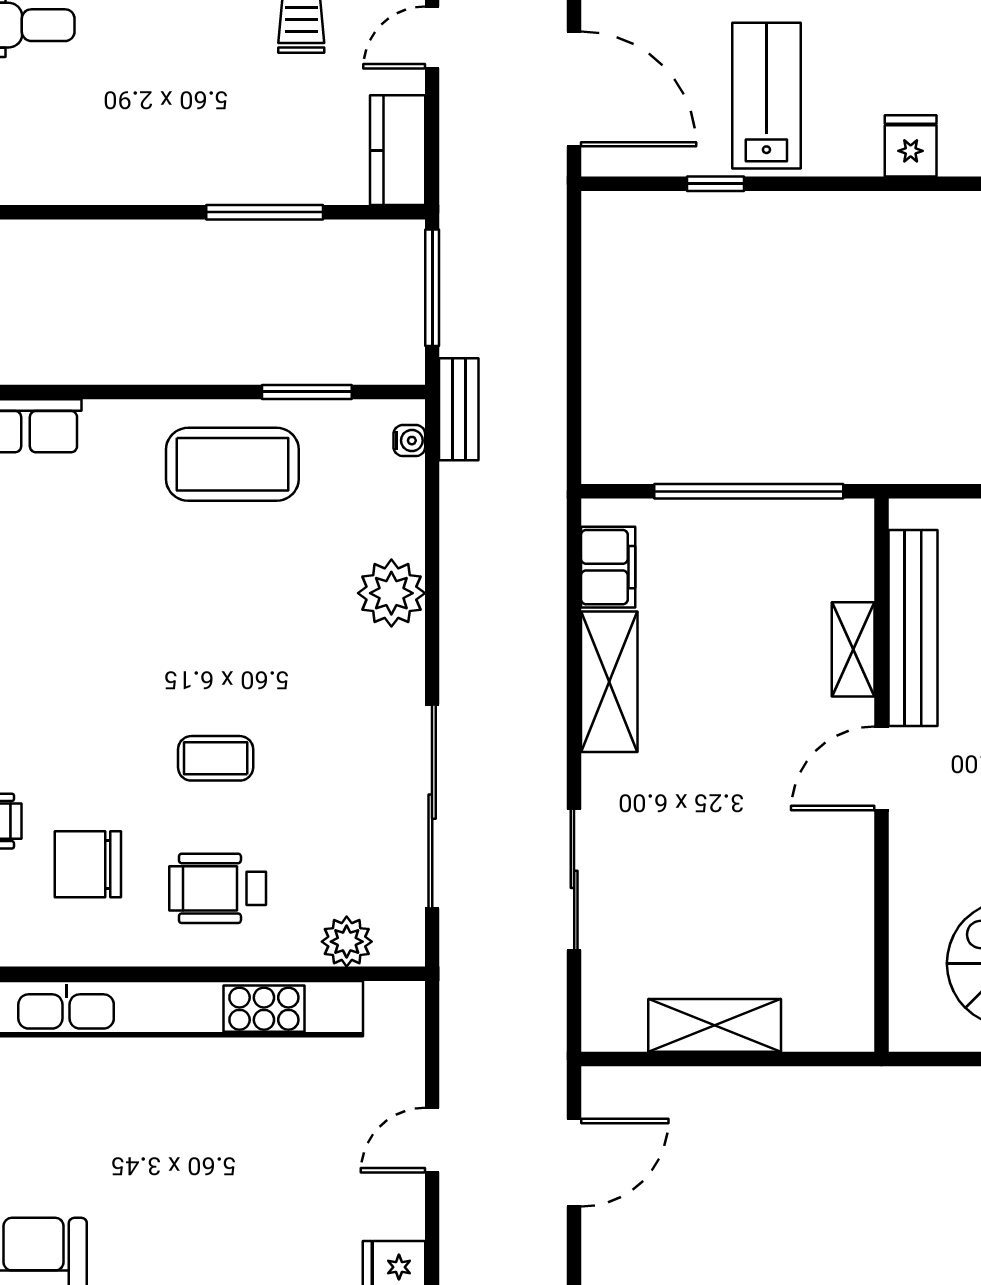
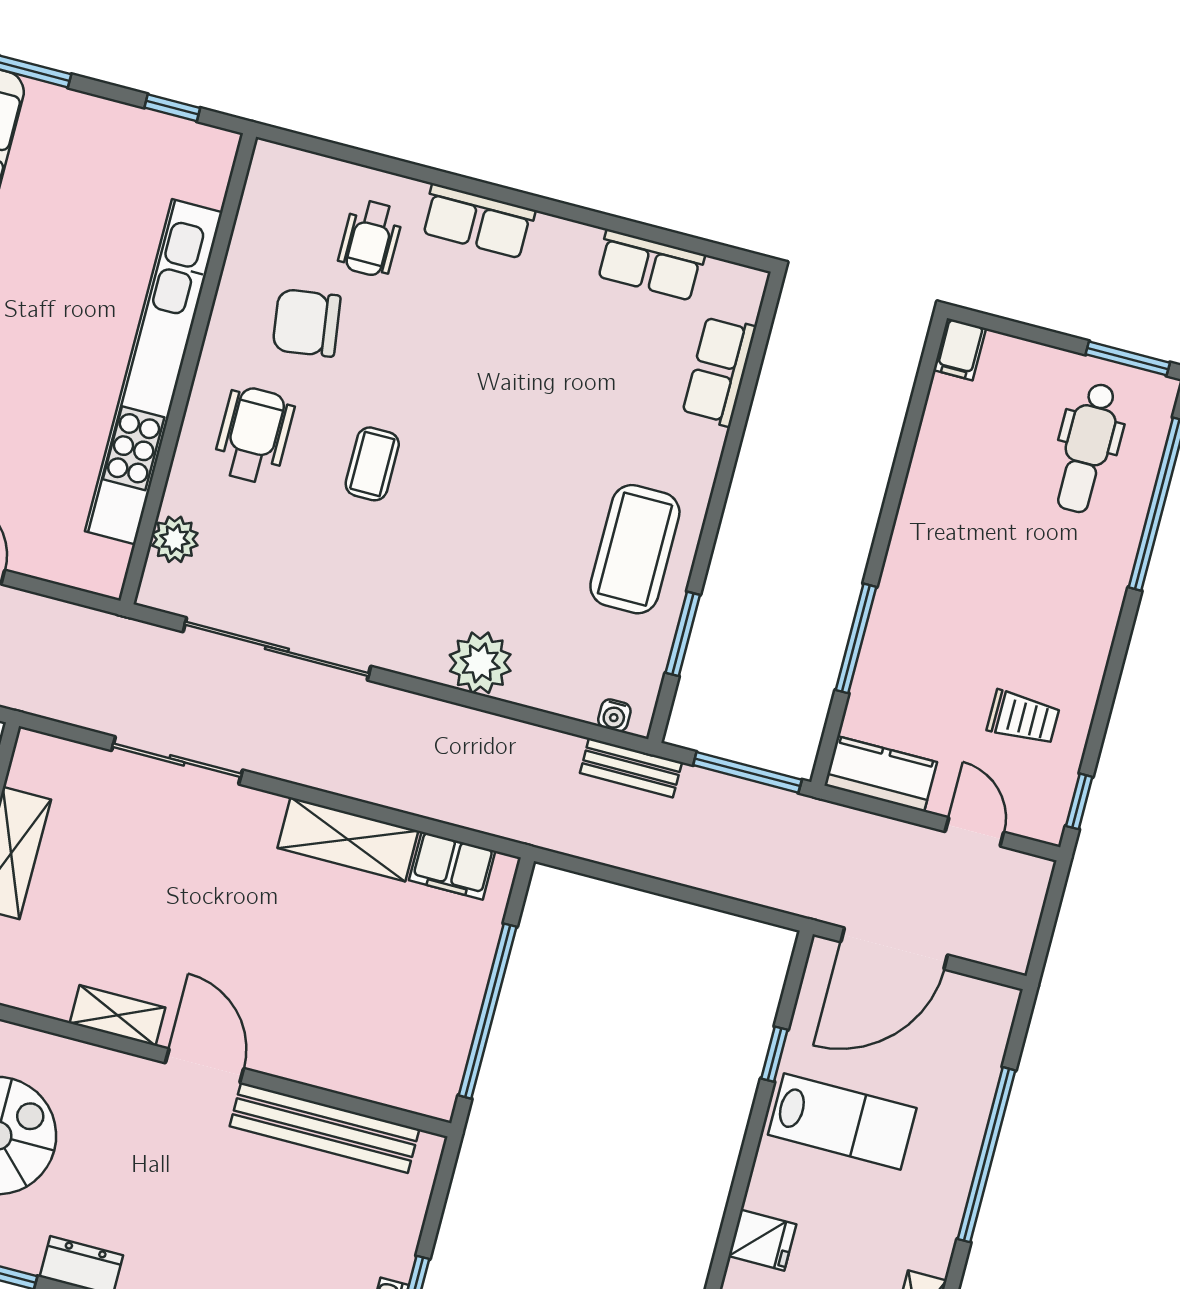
shelving: (853, 649) -> (118, 1015), moved
chair: (88, 864) -> (306, 323), turned -98

